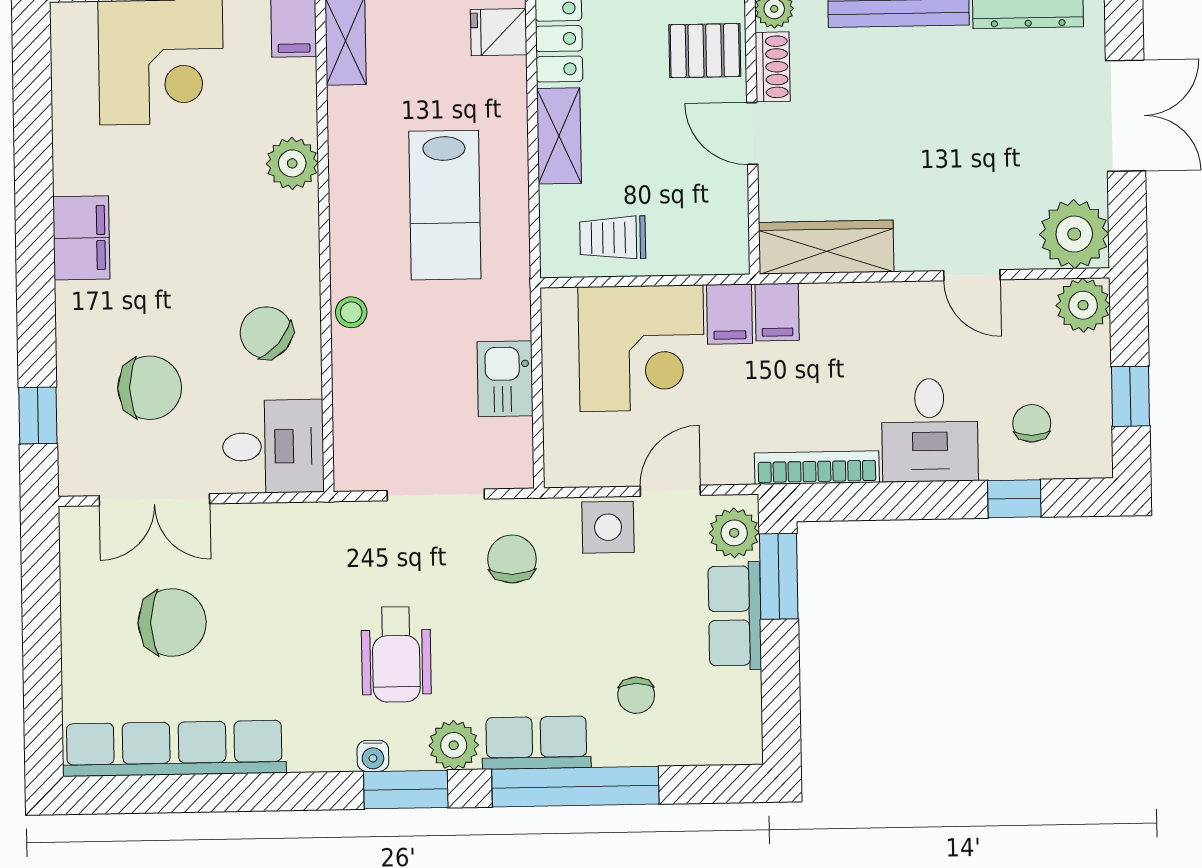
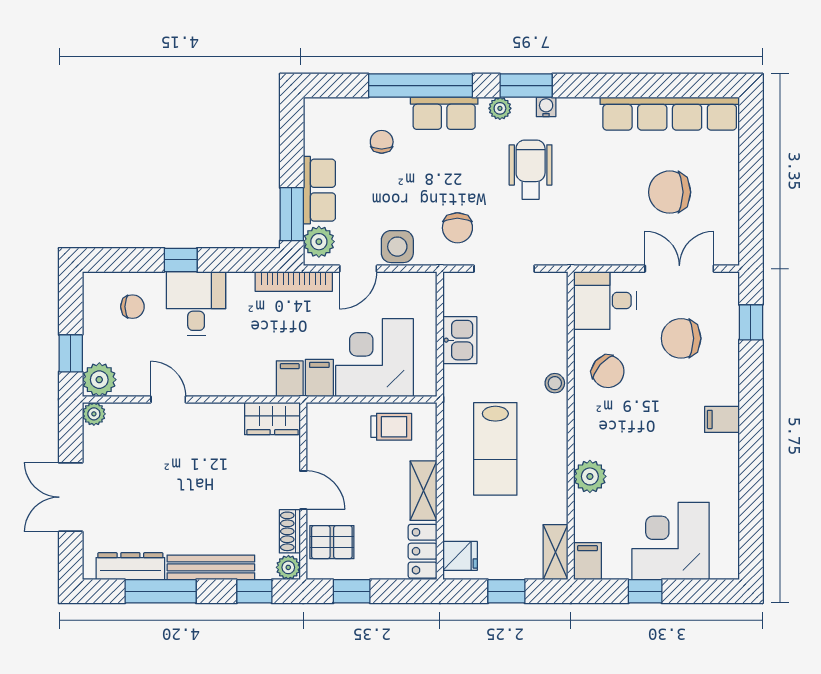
lab bench: (445, 205) -> (495, 449), turned 180
plant: (1074, 234) -> (94, 414), width x0.53, depth x0.53
filing cabinet: (81, 238) -> (722, 419), width x0.50
wardrobe: (826, 247) -> (272, 419), width x0.67
window: (1130, 396) -> (71, 353), moved
chair: (1032, 423) -> (132, 307), turned -90
bookcase: (817, 468) -> (294, 281), moved
window: (1014, 499) -> (181, 260), moved
plant: (454, 745) -> (500, 108), width x0.73, depth x0.73

